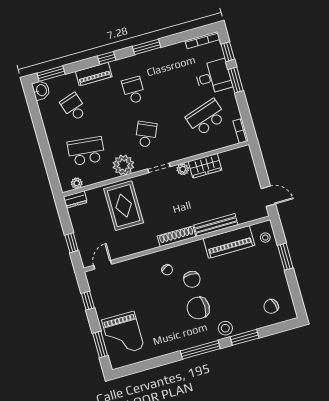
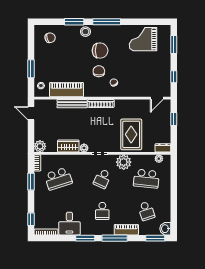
window: (107, 58) -> (115, 238), width x2.17
desk: (213, 77) -> (69, 224), moved, turned -90
window: (236, 80) -> (31, 182), moved
plant: (243, 155) -> (40, 146), added
grand piano: (123, 334) -> (143, 39), moved, turned -90

